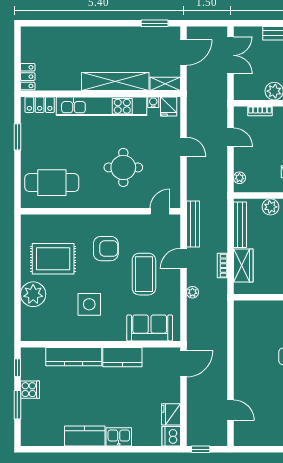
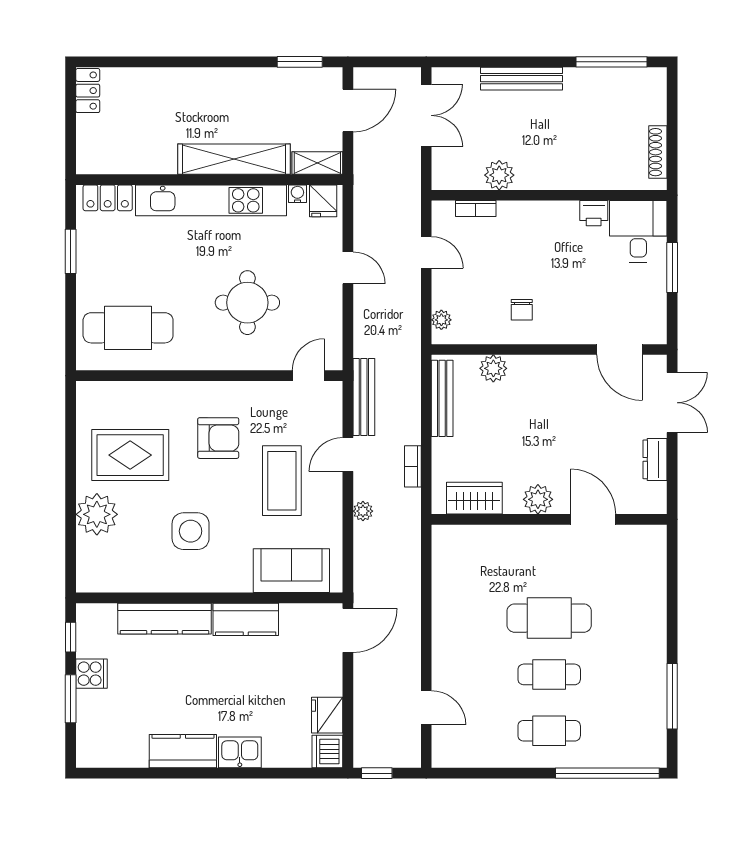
locker: (28, 77) -> (88, 91), moved
wardrobe: (243, 266) -> (474, 498), moved, turned -90

